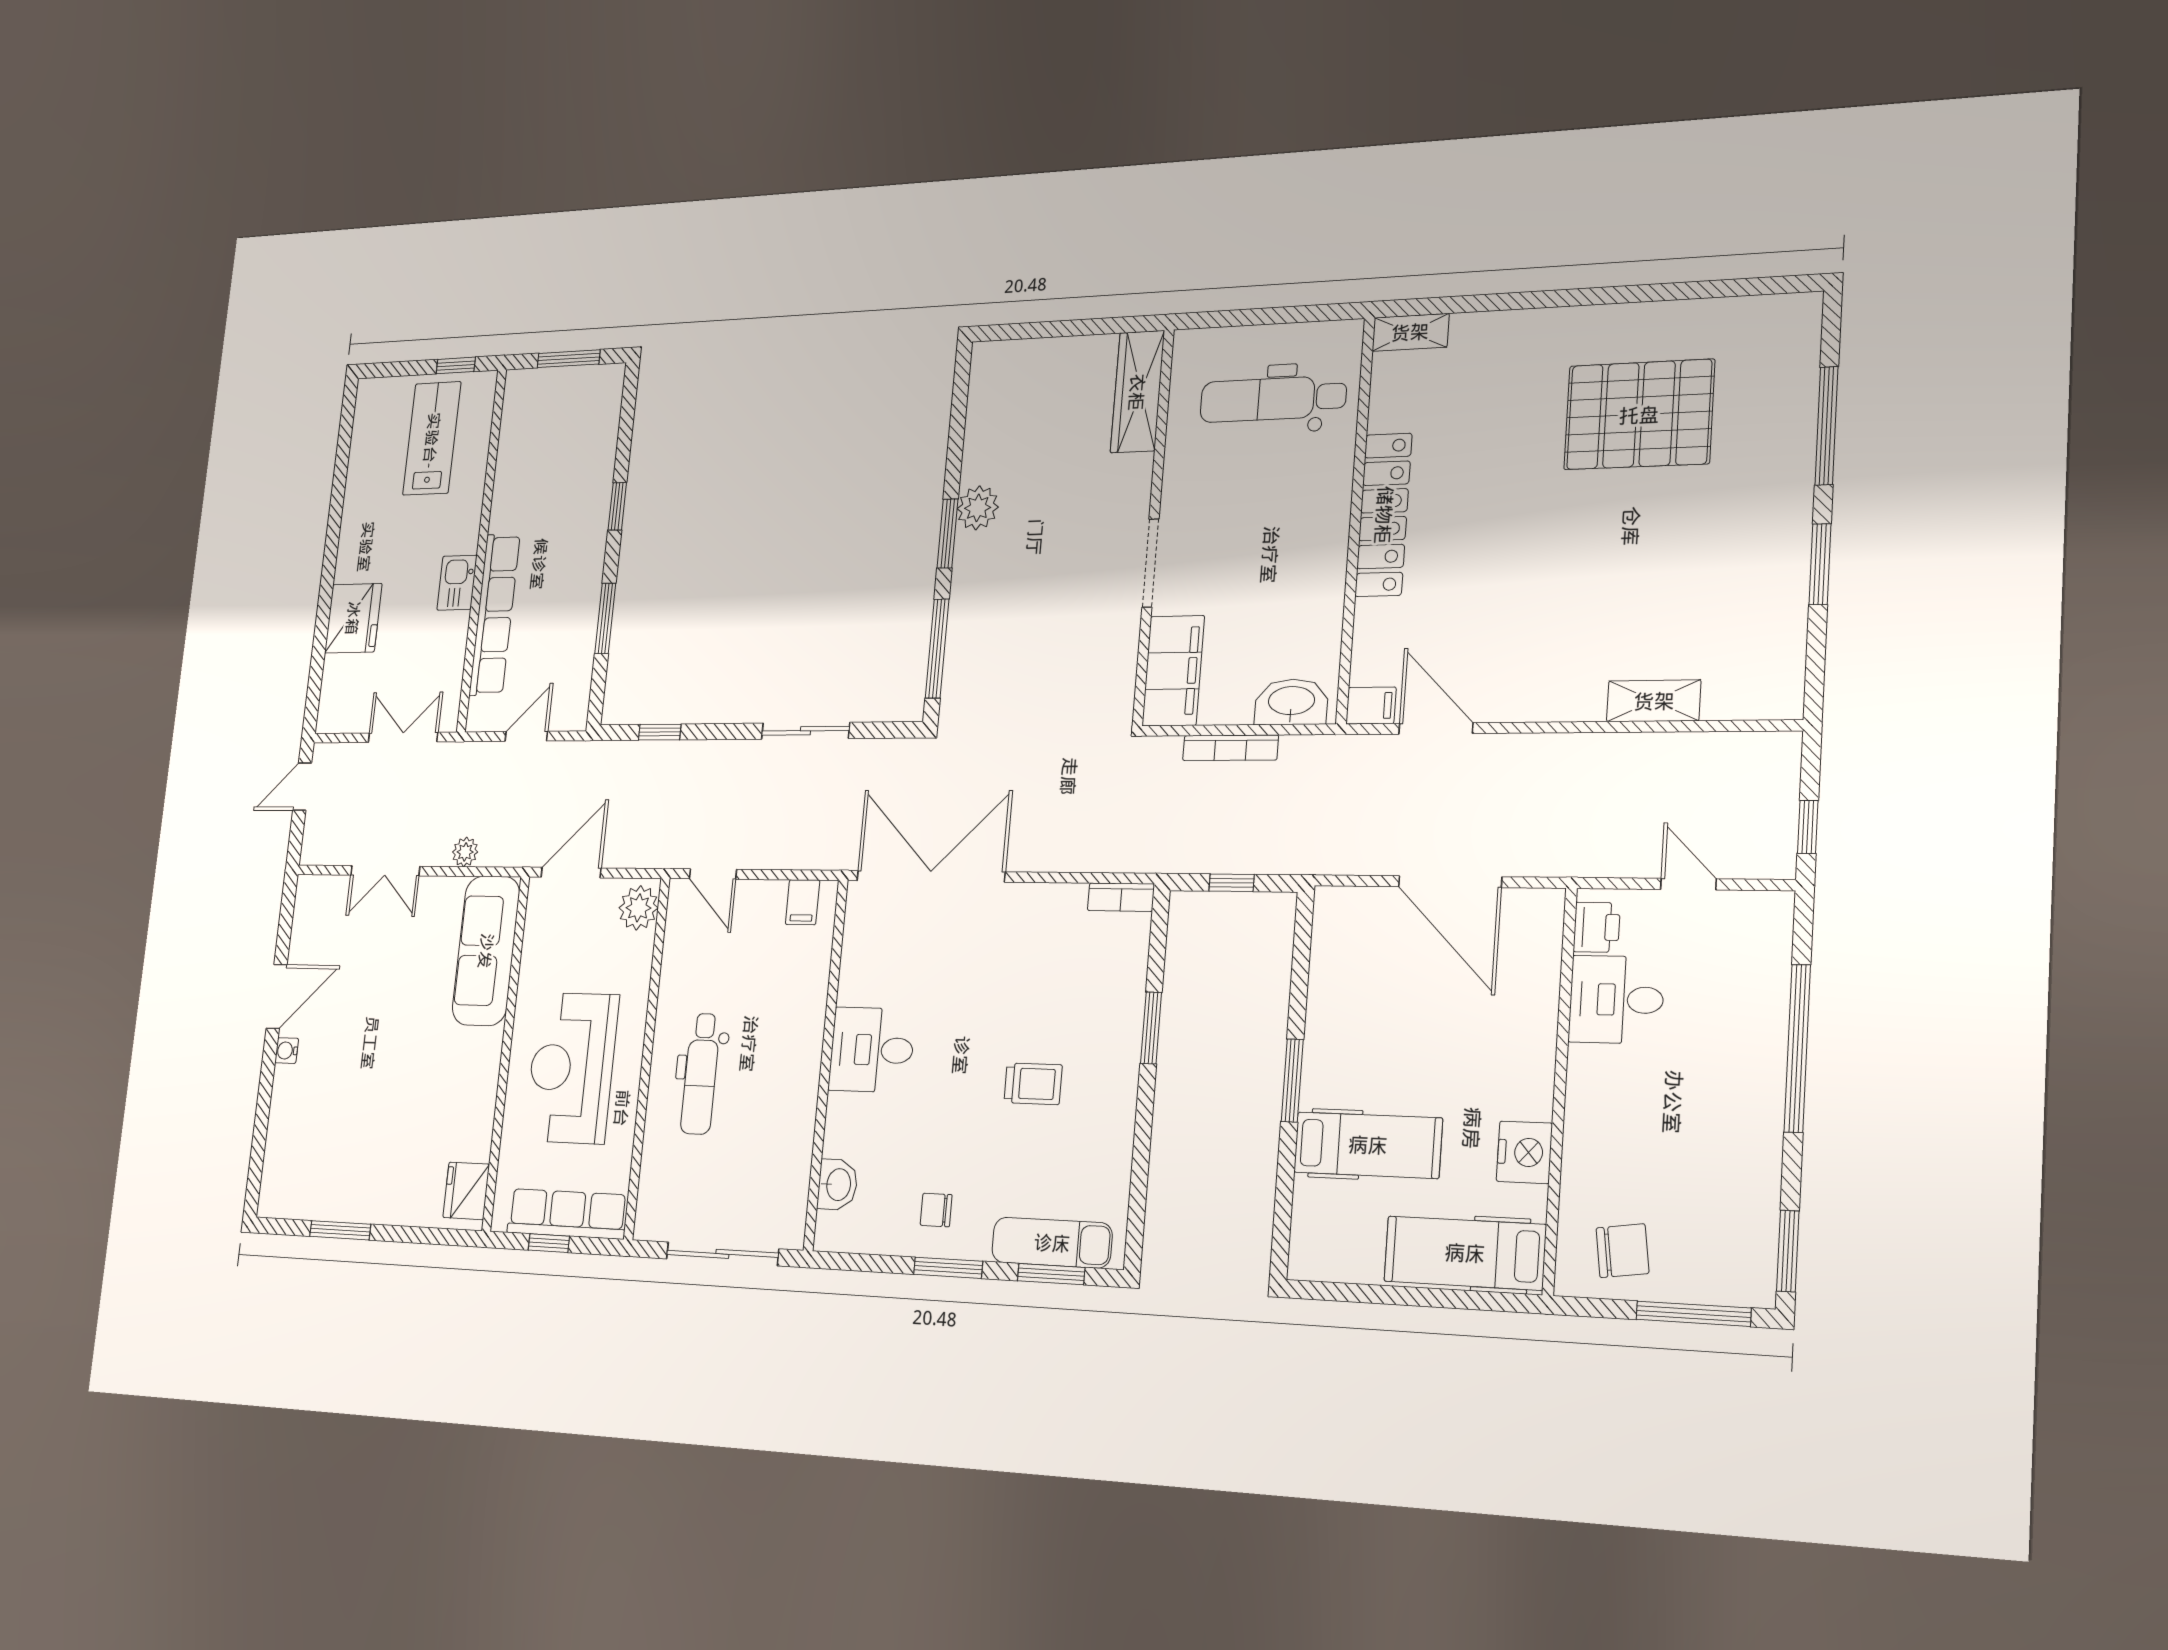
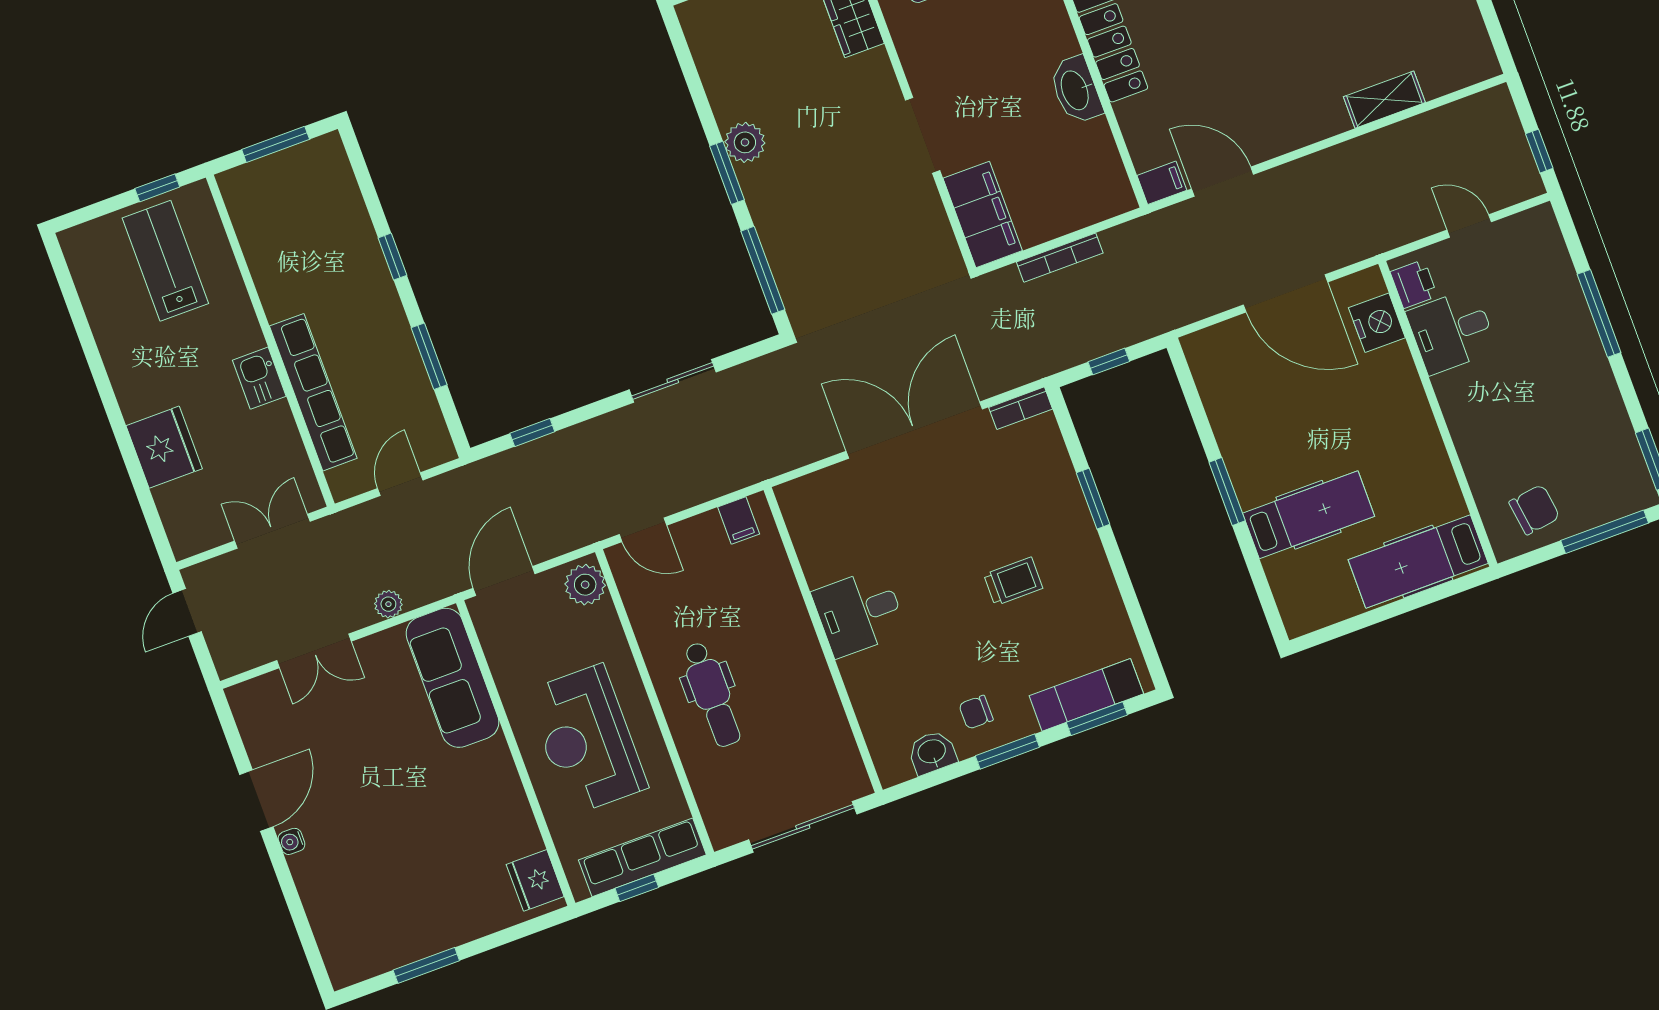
washbasin: (1291, 702) -> (1076, 90), moved, turned -90
double door: (931, 876) -> (914, 430), moved
window: (1797, 1048) -> (1599, 313), width x0.68
nightstand: (1524, 1152) -> (1377, 323), moved
washbasin: (838, 1185) -> (932, 752), moved, turned -90

